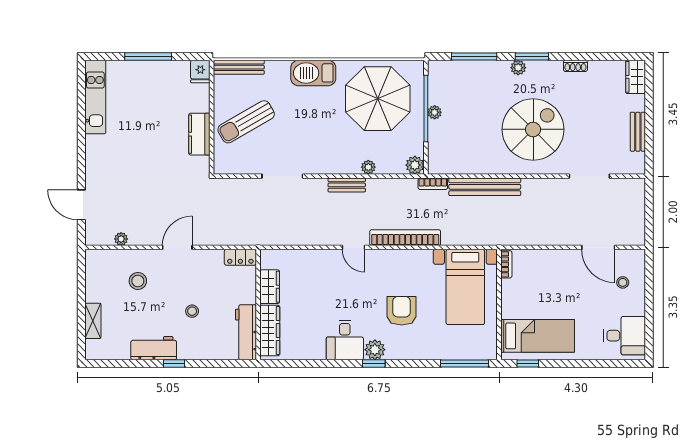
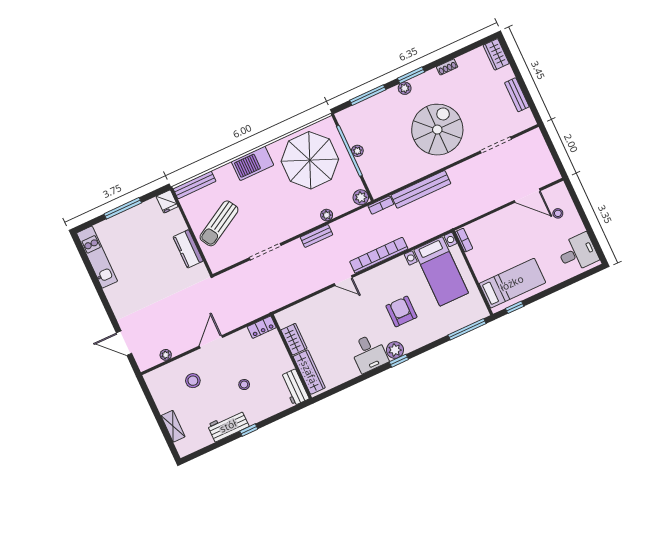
workbench: (246, 332) -> (295, 387), width x0.73

